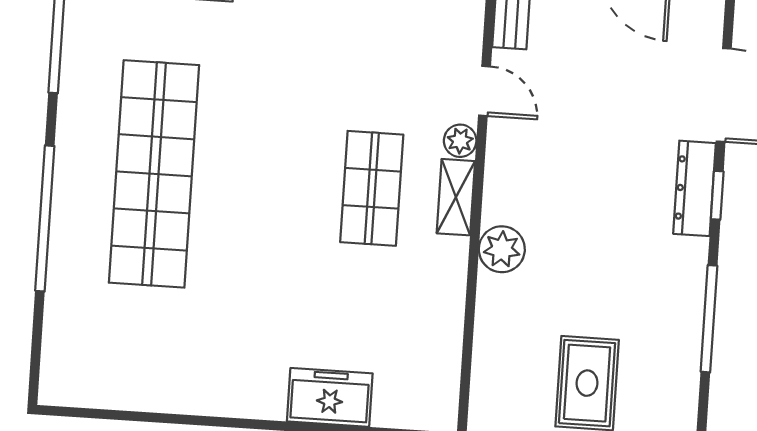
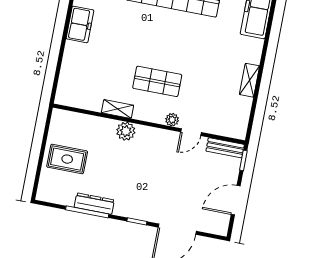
dresser: (694, 188) -> (94, 204), moved
shelving: (456, 197) -> (117, 109), moved
freezer: (330, 397) -> (80, 24), moved

